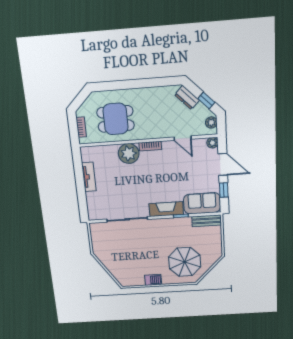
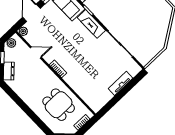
door: (183, 138) -> (36, 53), hinge flipped
plant: (129, 153) -> (74, 79), removed
tv unit: (89, 177) -> (120, 83), moved

